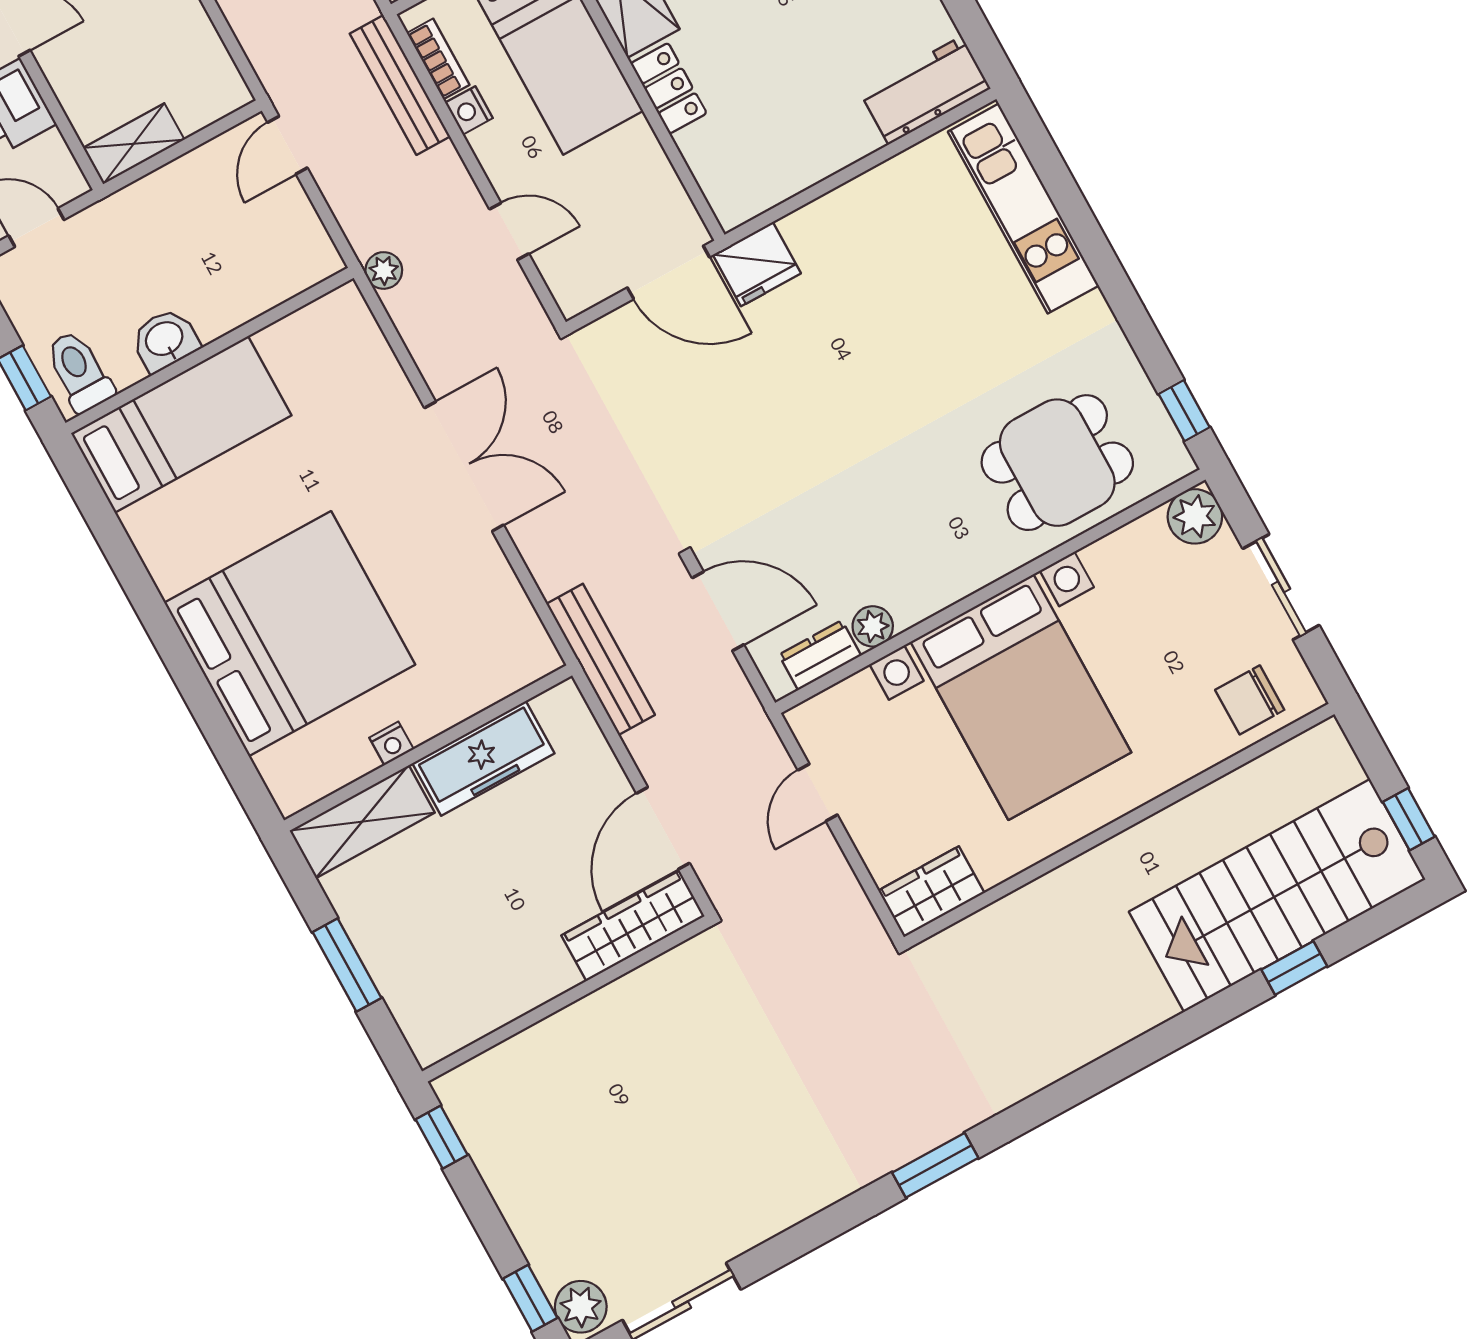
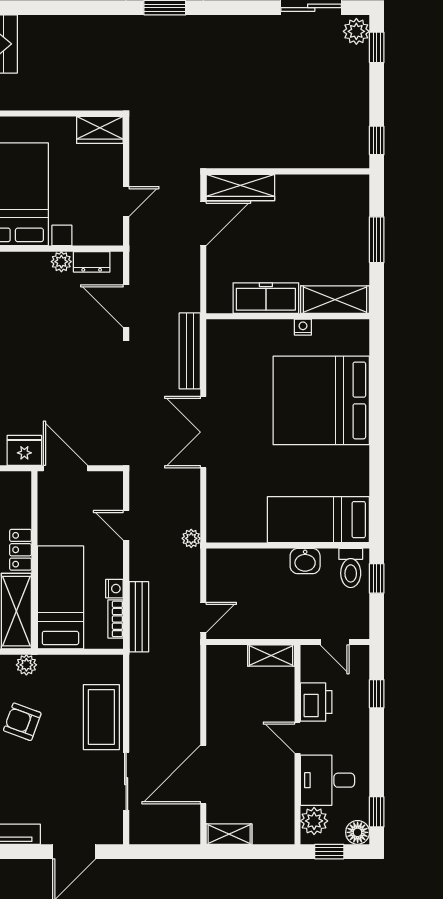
bench: (601, 659) -> (190, 351), moved

